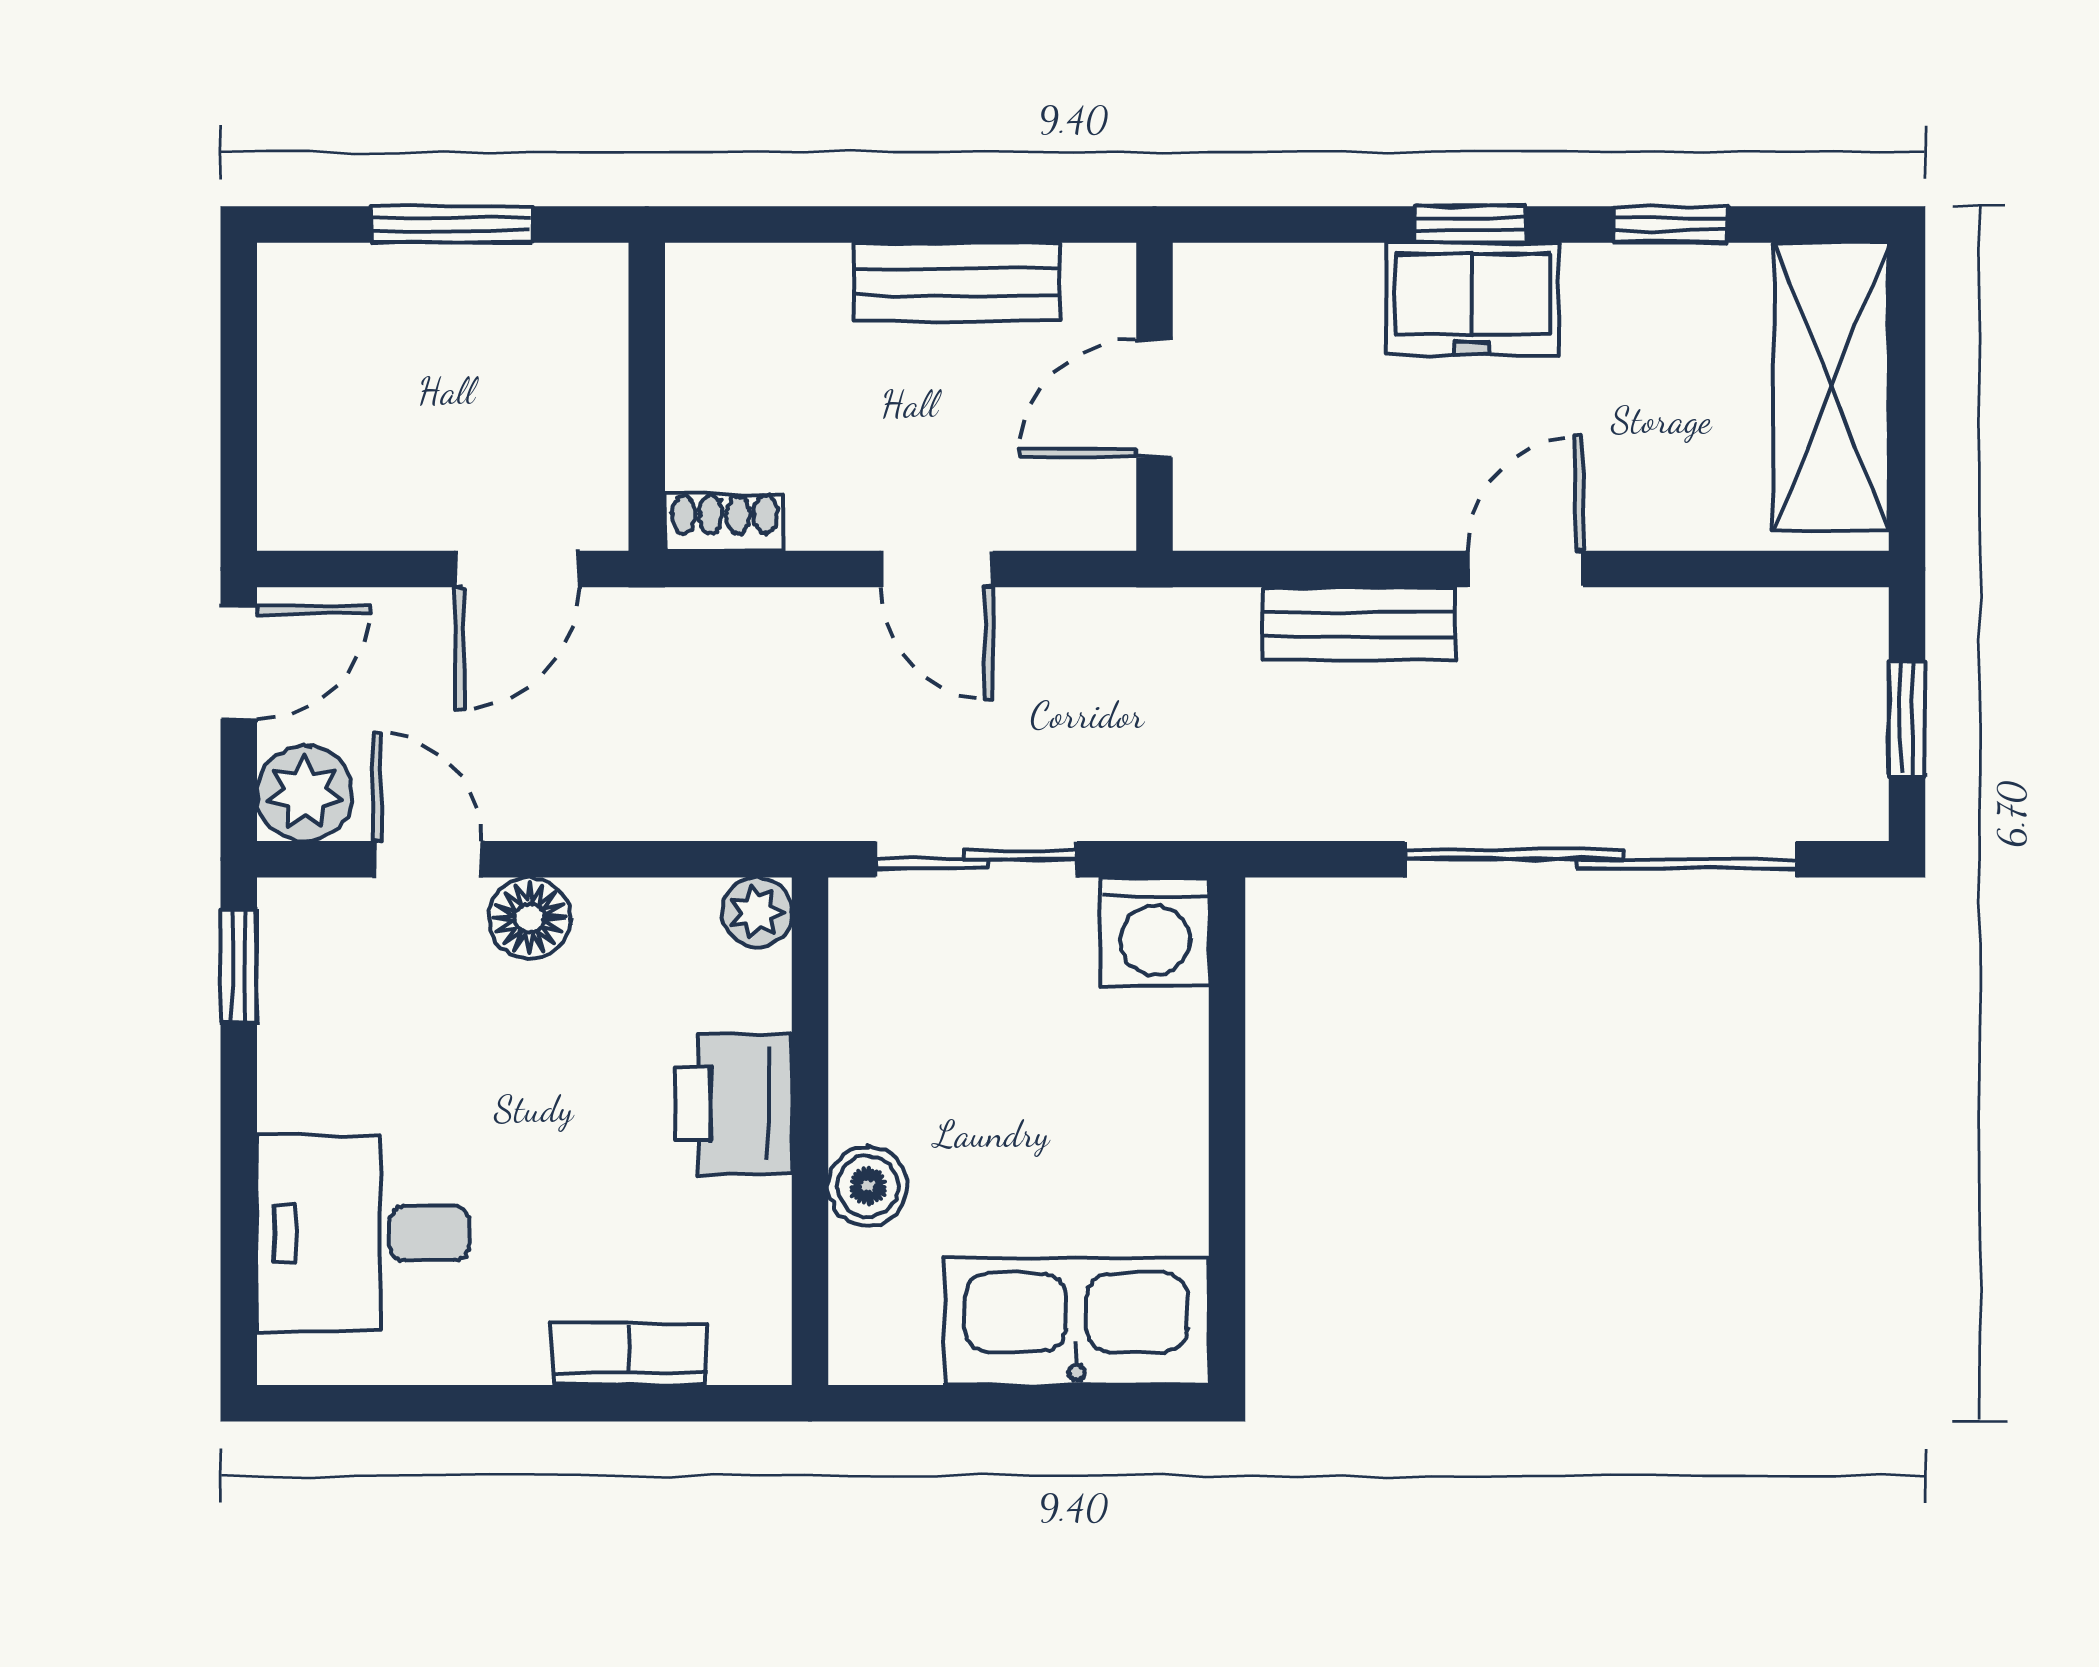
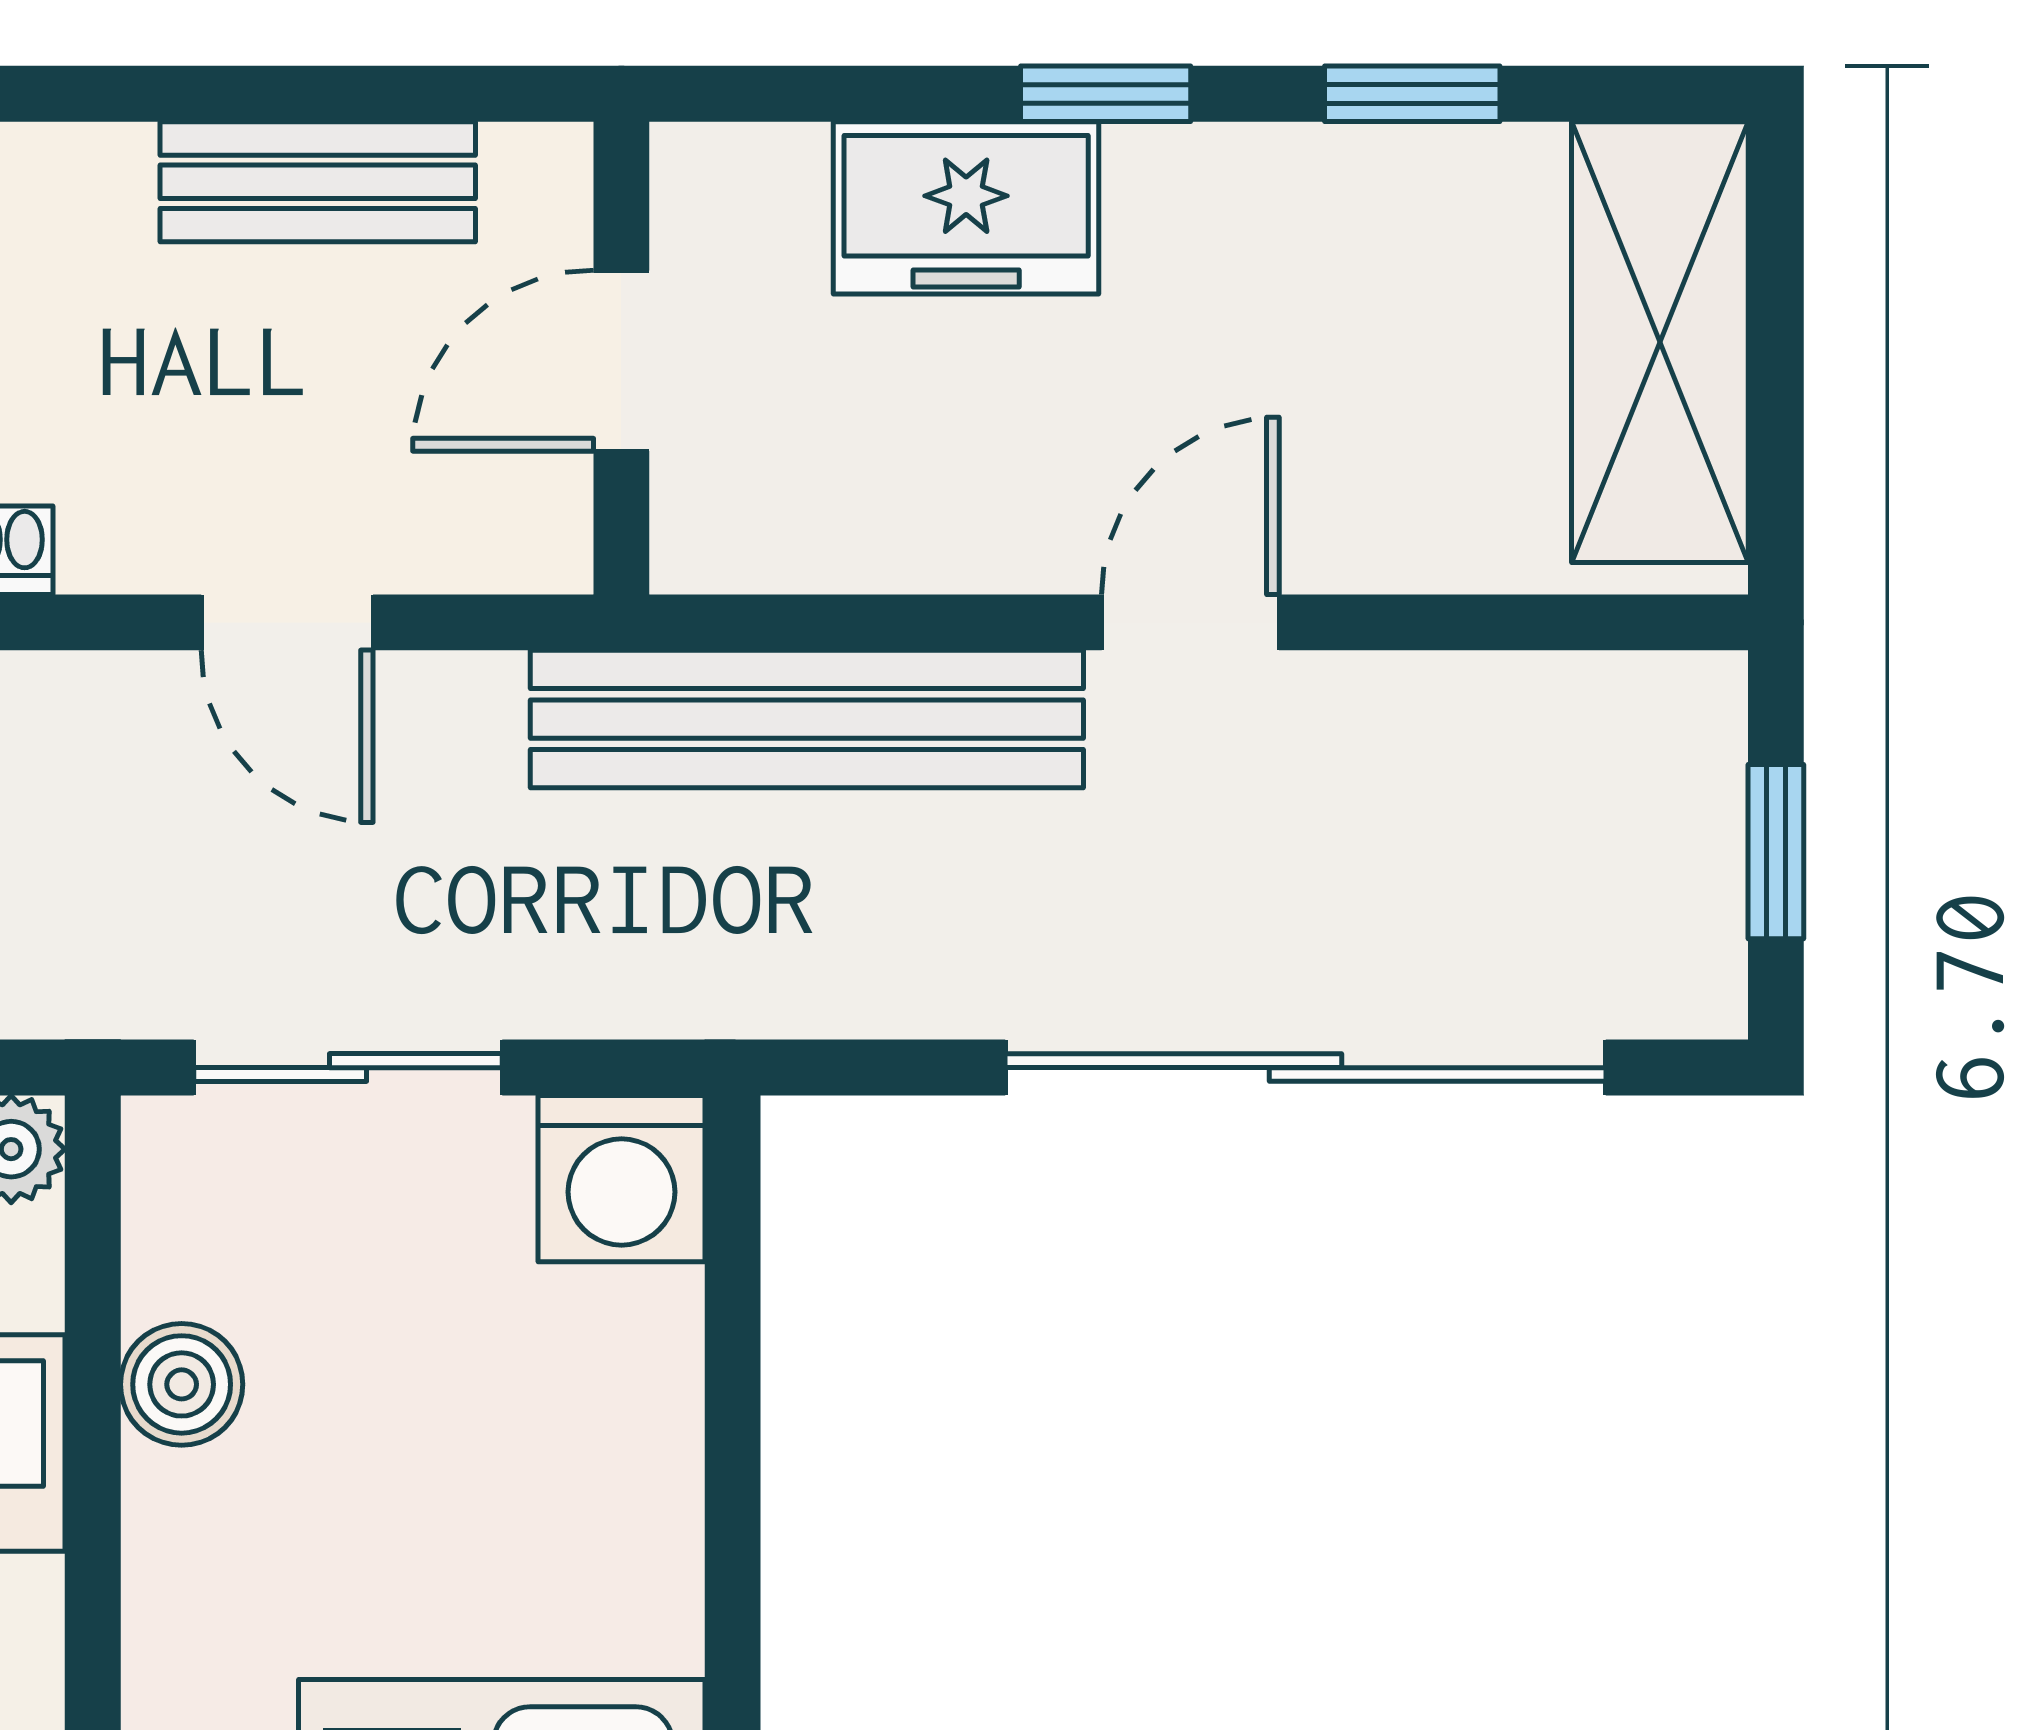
freezer: (1472, 299) -> (966, 208), moved
bench: (1359, 624) -> (807, 719), width x1.86, depth x1.21
boiler: (868, 1186) -> (182, 1384), moved

